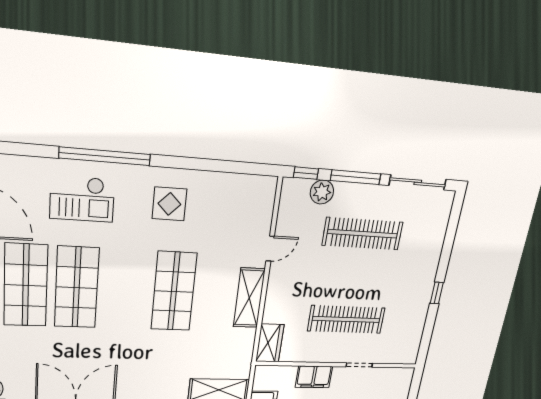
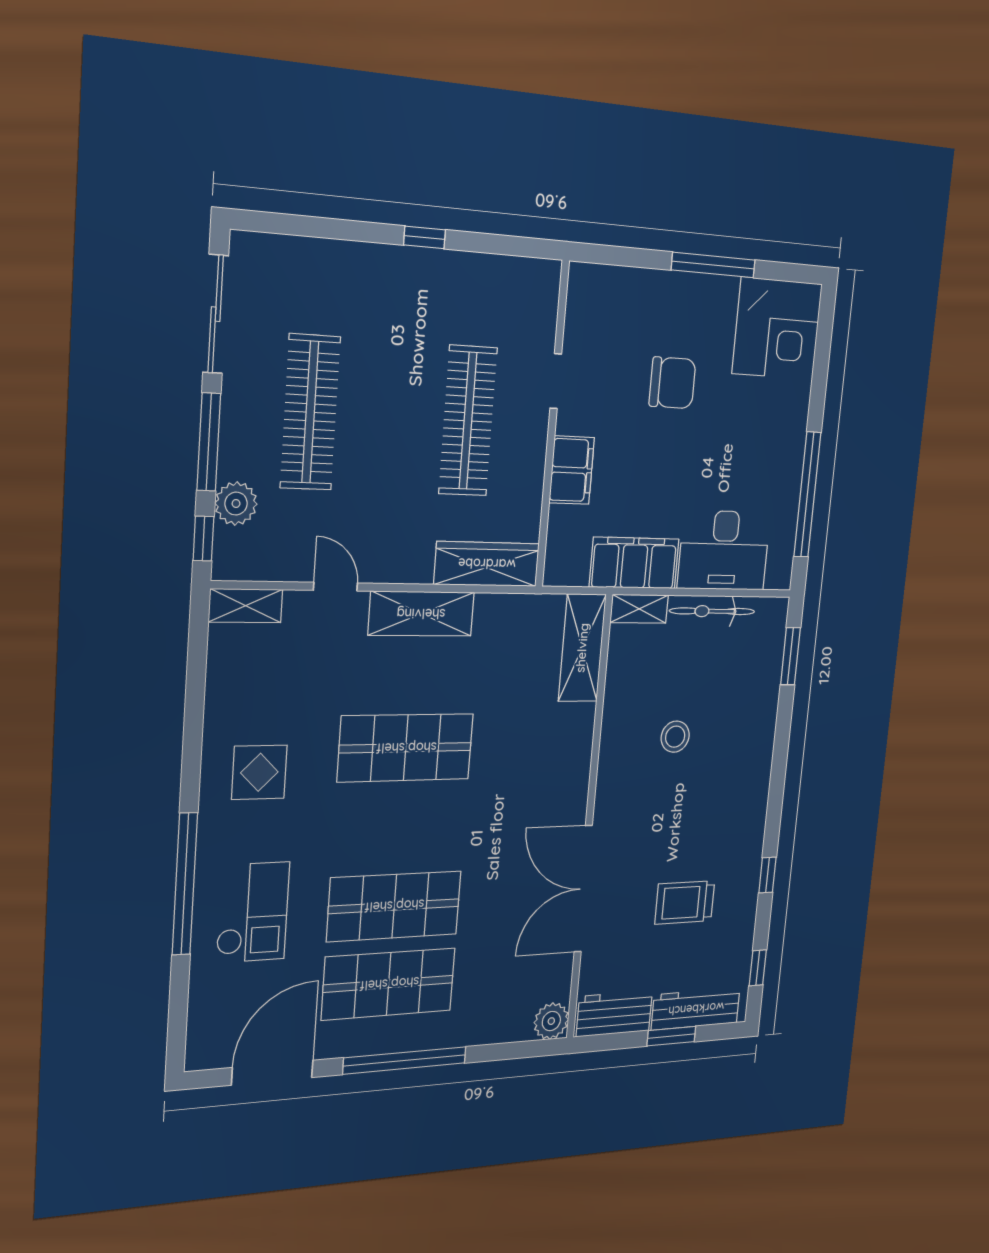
shelving: (266, 197) -> (246, 606), added
wardrobe: (270, 343) -> (487, 564), width x1.50

